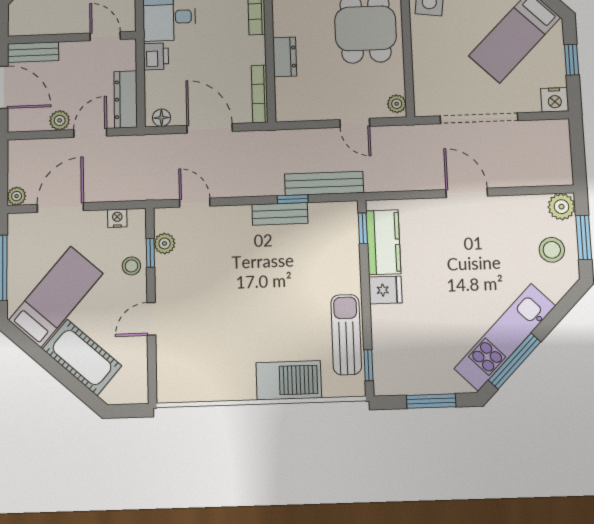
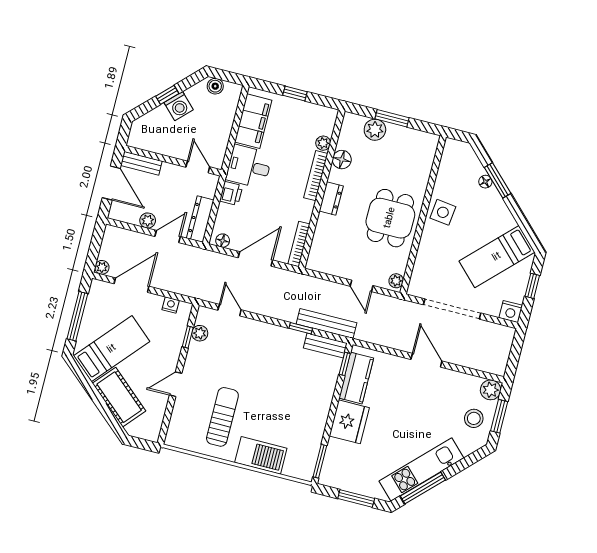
dresser: (285, 57) -> (331, 198), moved
door: (210, 128) -> (255, 259), hinge flipped
bench: (280, 214) -> (325, 345), moved
stool: (131, 266) -> (172, 342), removed
fridge: (385, 290) -> (349, 422), width x1.88, depth x1.34
sun lounger: (346, 335) -> (222, 417), moved
window: (368, 365) -> (320, 461), width x1.50

